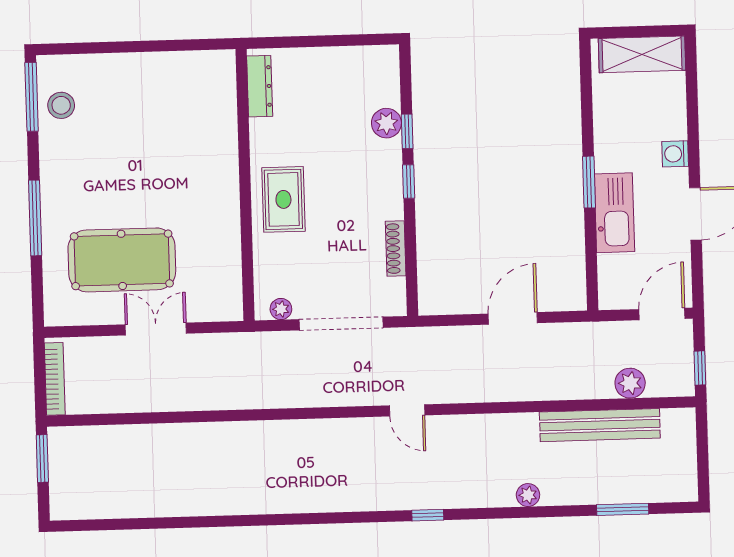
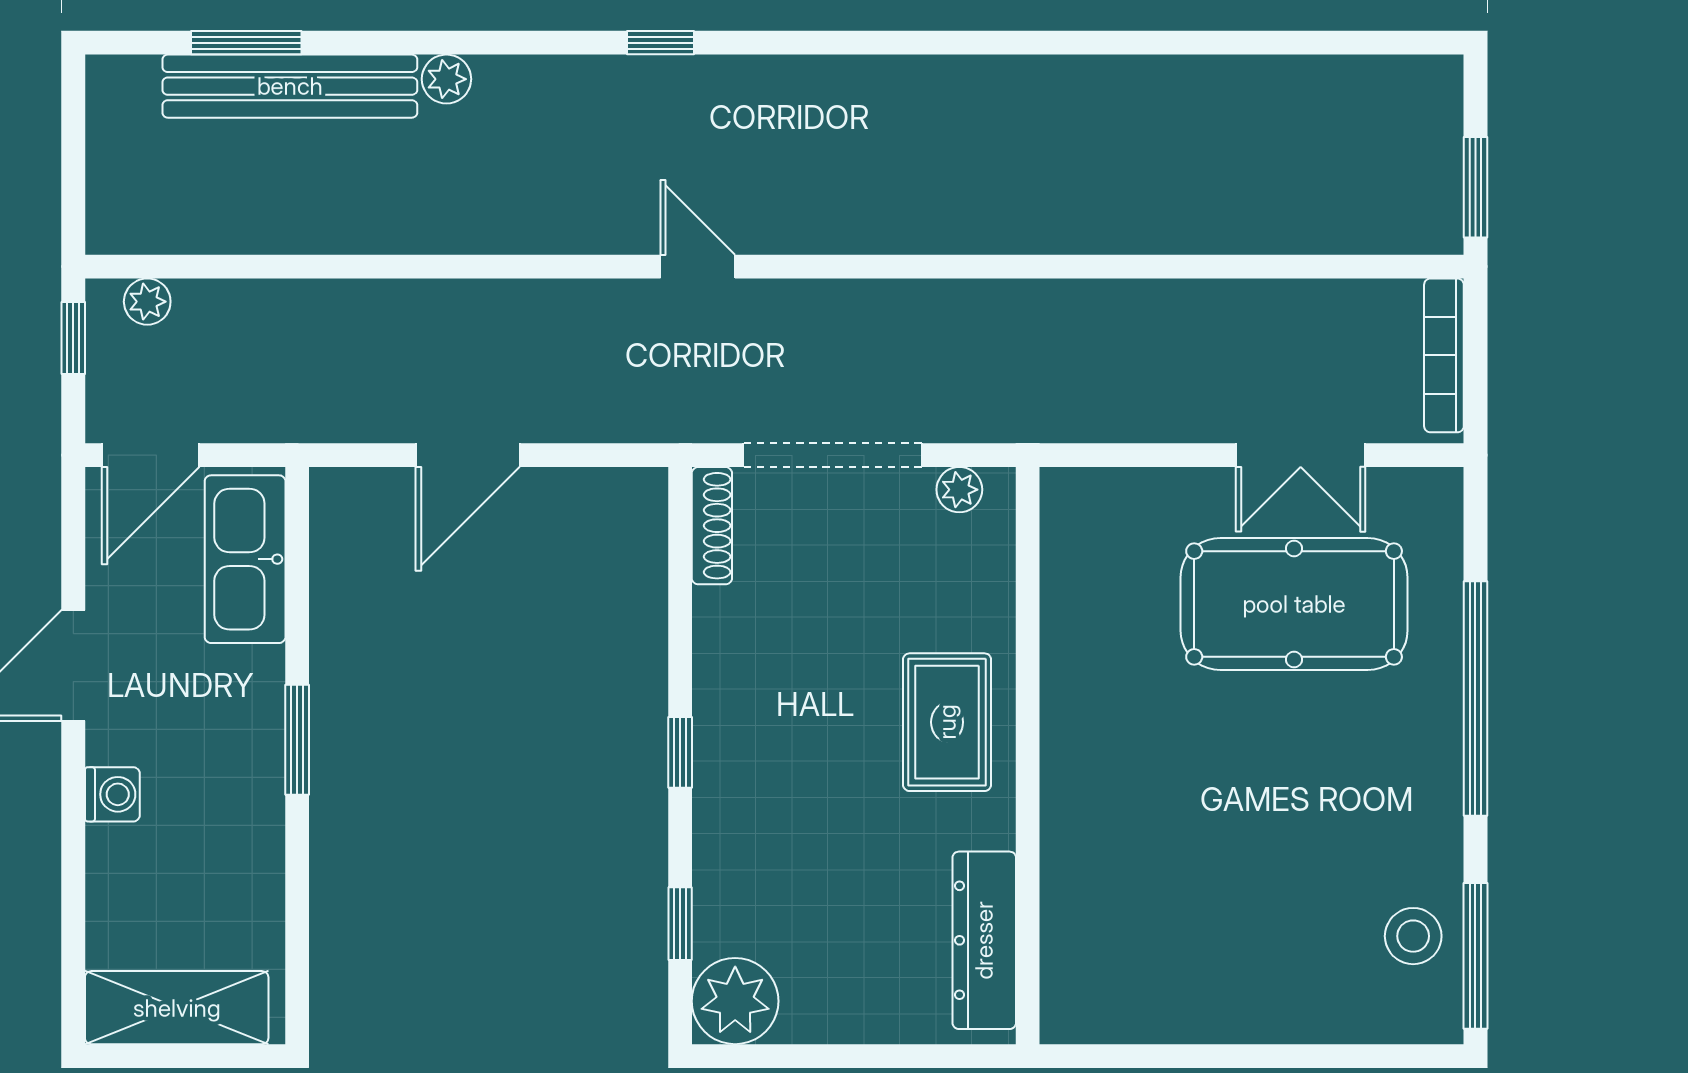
dresser: (260, 86) -> (984, 940), width x1.37, depth x1.24
plant: (386, 123) -> (735, 1001), moved, width x1.36, depth x1.36
window: (407, 131) -> (680, 924), moved
kitchen sink: (614, 213) -> (245, 559), moved
window: (35, 218) -> (1475, 698), width x1.46
shoe rack: (396, 249) -> (712, 526), moved
double door: (156, 329) -> (1301, 455), moved
plant: (630, 383) -> (147, 302), moved, width x0.73, depth x0.73
bench: (600, 425) -> (290, 86), moved

